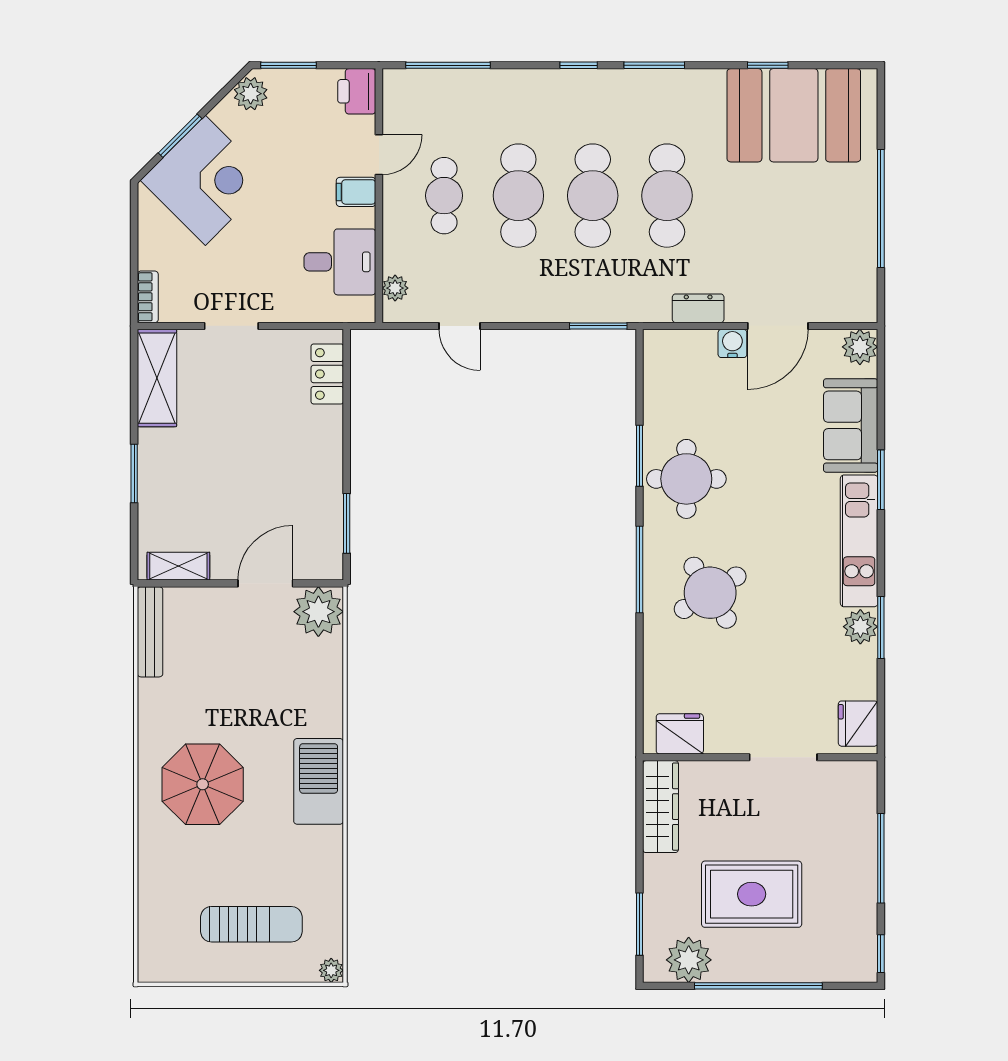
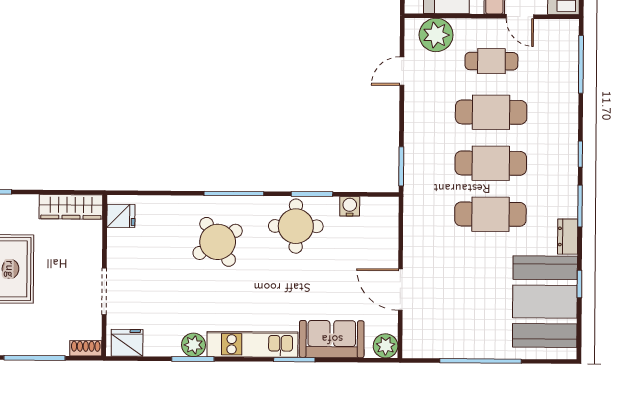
plant: (395, 288) -> (436, 35), width x1.88, depth x1.88
dresser: (698, 308) -> (568, 237), moved, turned 180
water cooler: (732, 343) -> (350, 206), moved, turned -90
fridge: (680, 734) -> (121, 216), width x0.72
shoe rack: (866, 784) -> (86, 348), added

